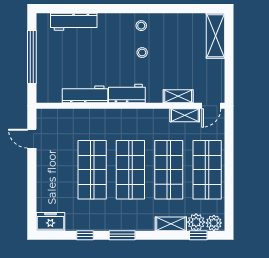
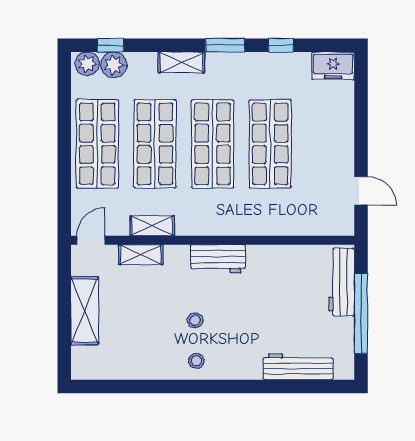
shelving: (216, 36) -> (85, 311), moved
workbench: (85, 94) -> (342, 282), moved, turned 90
shelving: (185, 115) -> (152, 226), moved
shelving: (171, 224) -> (182, 62), moved

